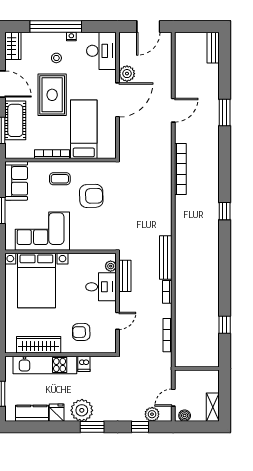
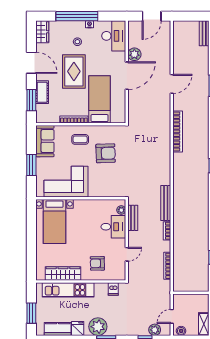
cot: (15, 120) -> (42, 92), width x0.73, depth x0.75
bed with nightstands: (36, 280) -> (54, 222), width x0.73
dishwasher: (84, 364) -> (113, 289), moved

